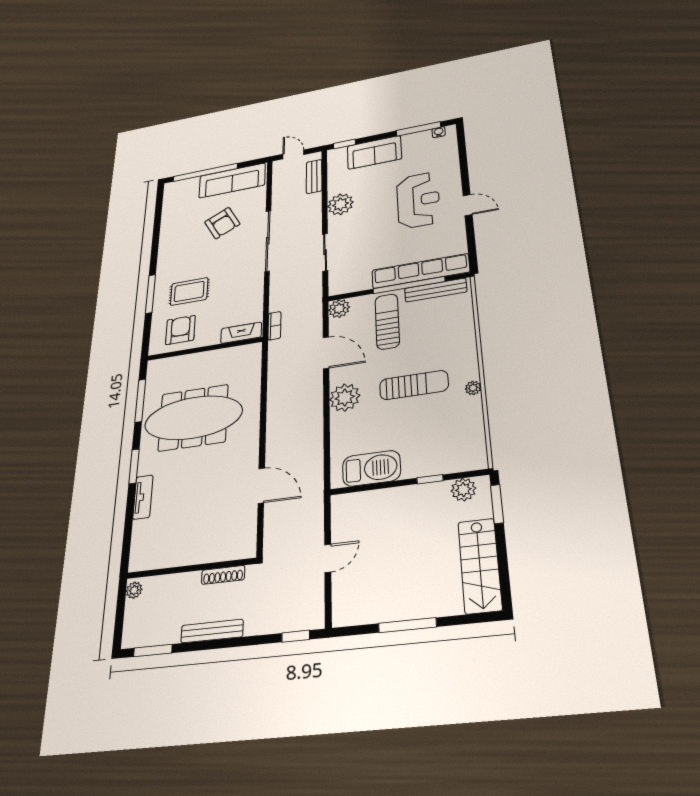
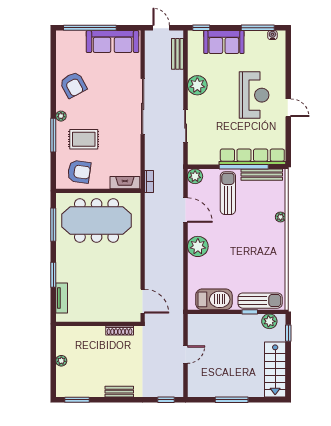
armchair: (222, 223) -> (73, 85), moved
plant: (162, 271) -> (61, 116), added
armchair: (180, 330) -> (79, 172), turned 98
sun lounger: (414, 385) -> (260, 301), moved
plant: (473, 388) -> (281, 217), moved
meeting table: (193, 418) -> (97, 220), moved
window: (497, 504) -> (288, 333), width x0.67
wall: (191, 568) -> (98, 324), moved
shoe rack: (223, 575) -> (120, 331), moved
bench: (212, 631) -> (119, 392), width x0.73

